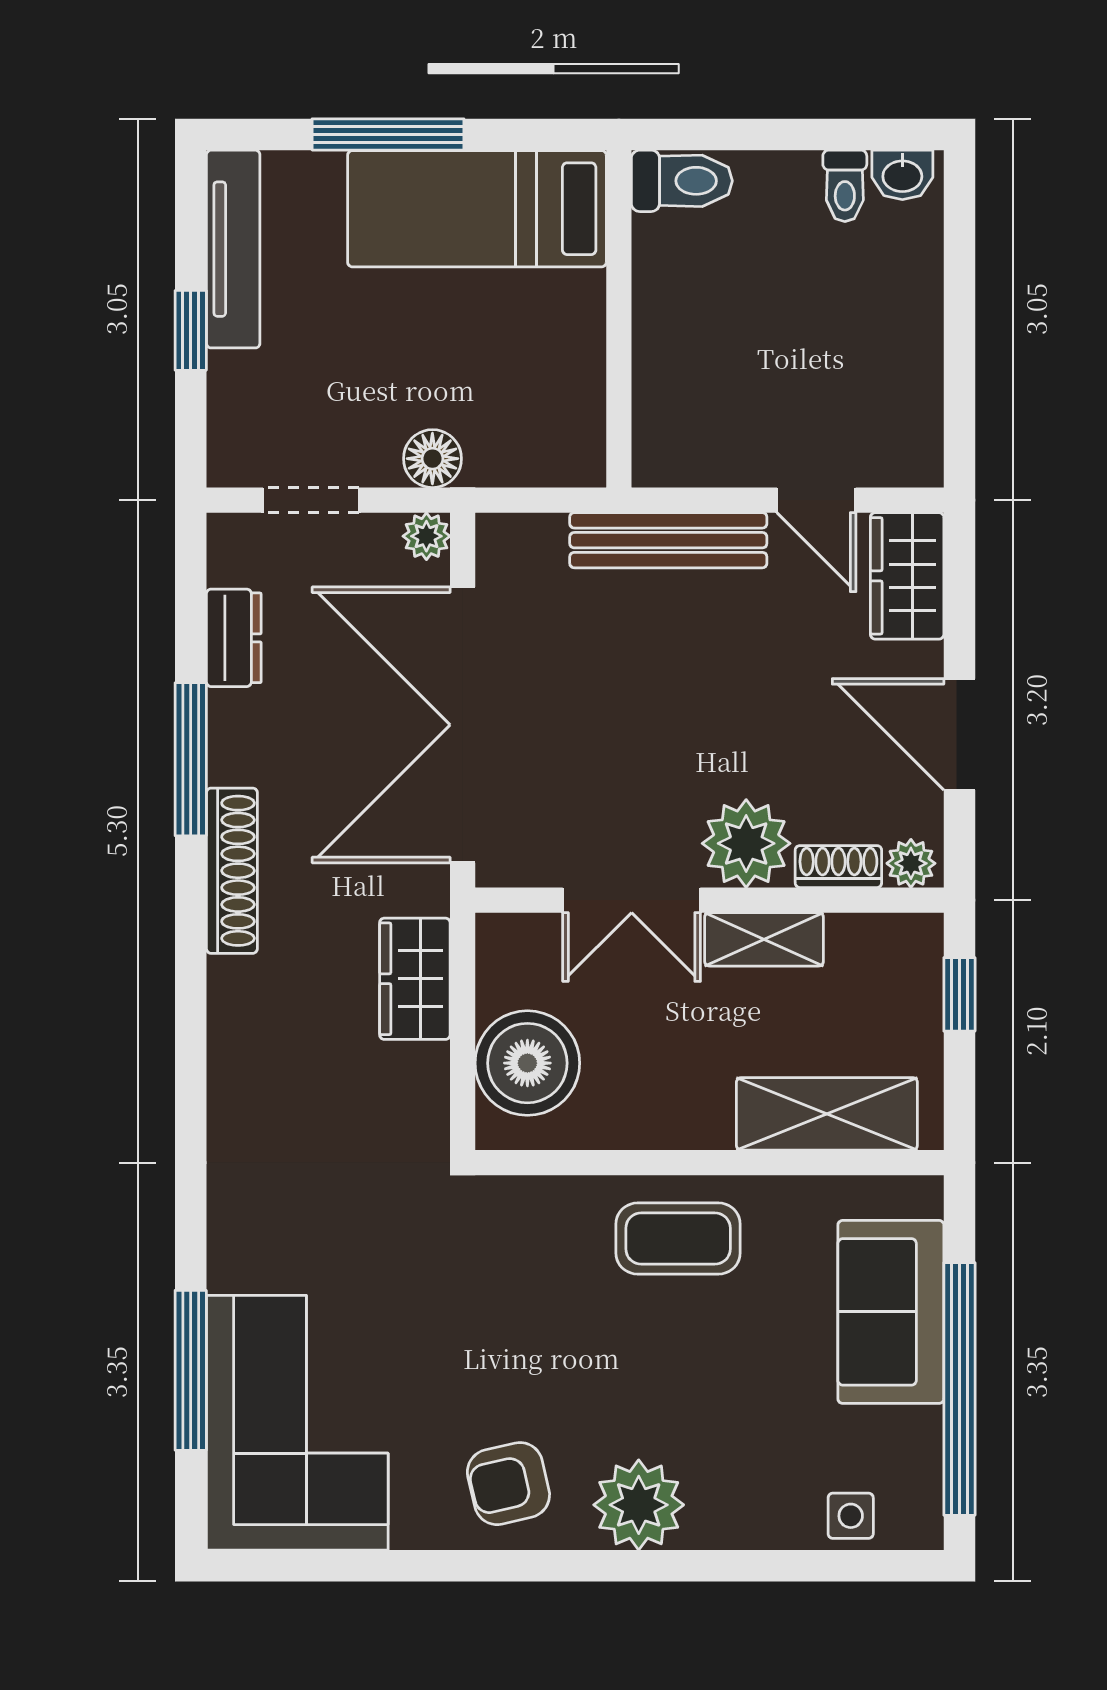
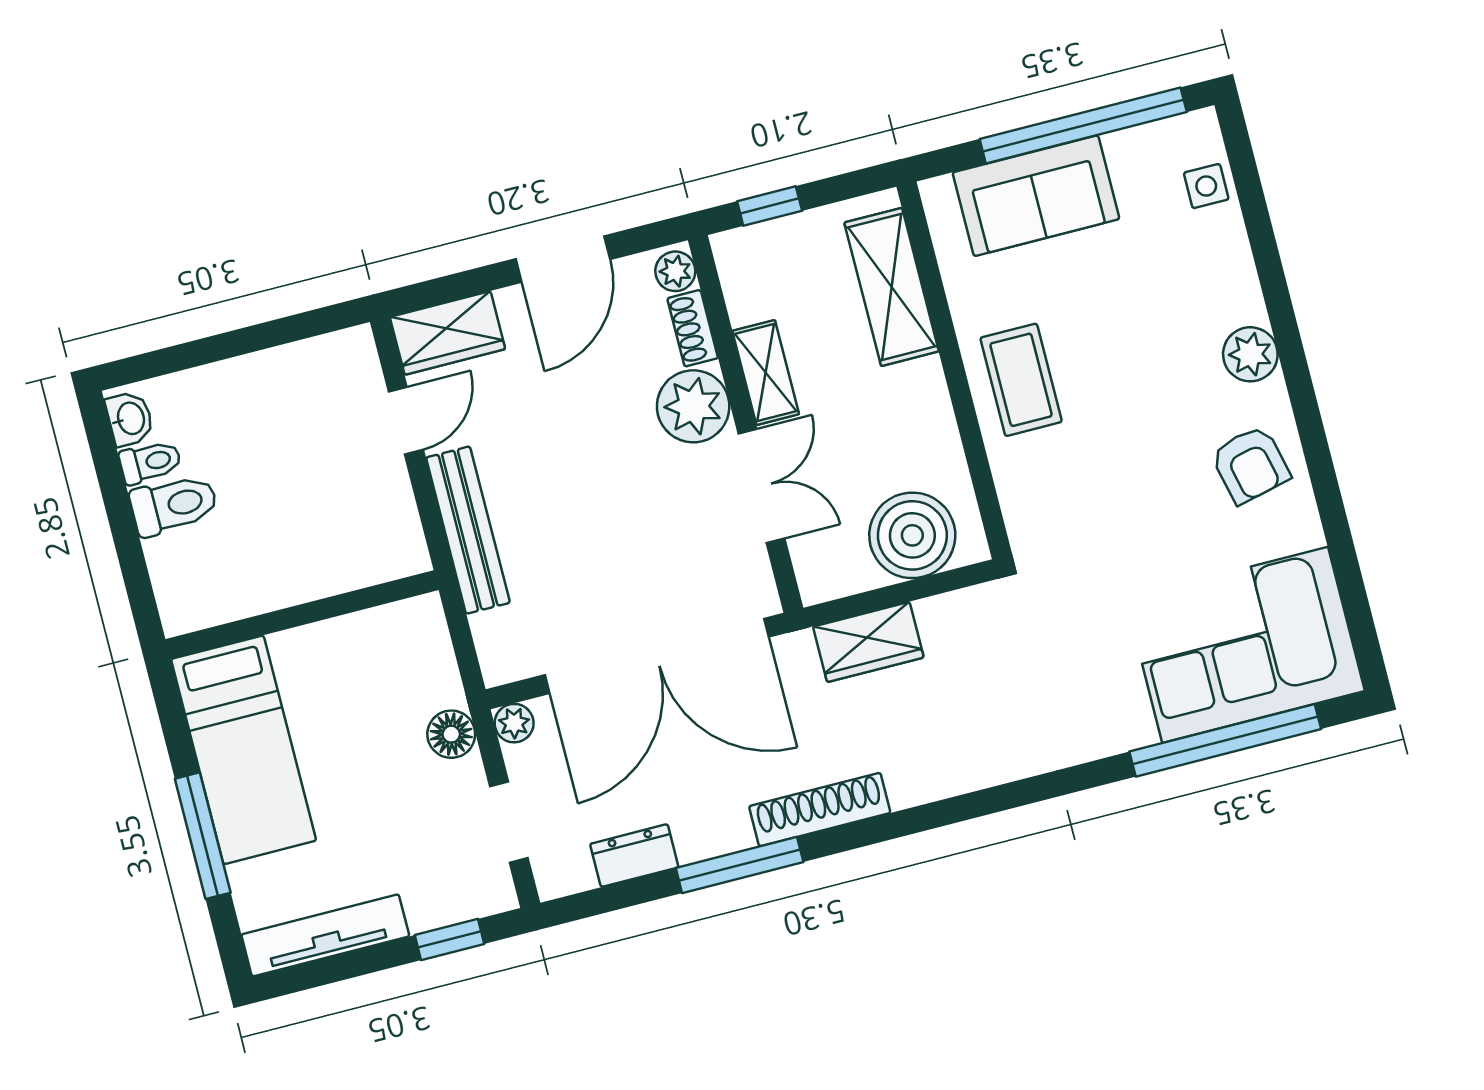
toilet: (682, 181) -> (174, 505), moved, turned 90
window: (191, 330) -> (449, 939), moved
window: (191, 1370) -> (1225, 740), width x1.46
plant: (639, 1505) -> (1250, 354), width x0.73, depth x0.73

